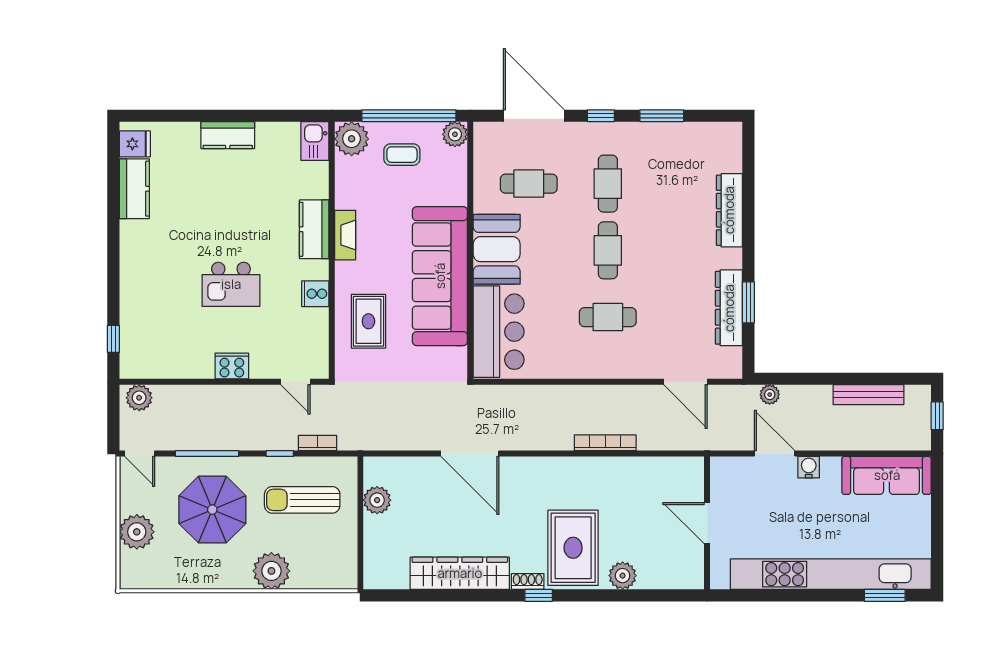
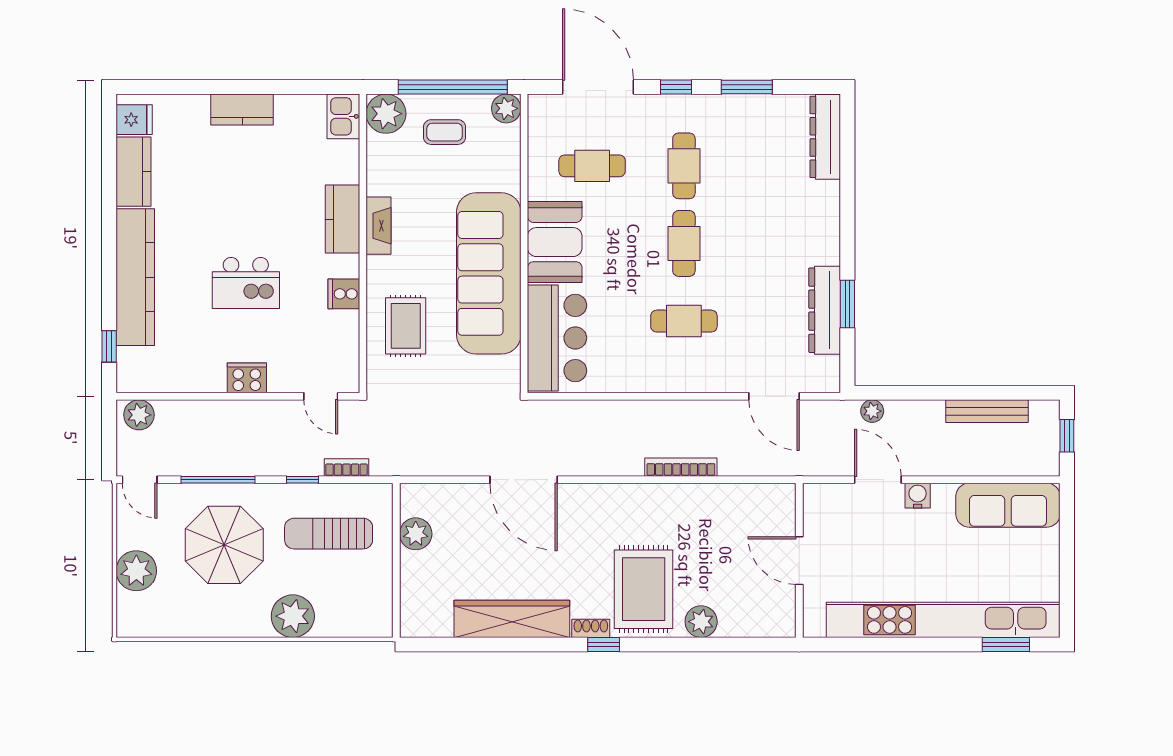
dresser: (729, 210) -> (825, 137), moved
kitchen counter: (136, 279) -> (135, 277), added

